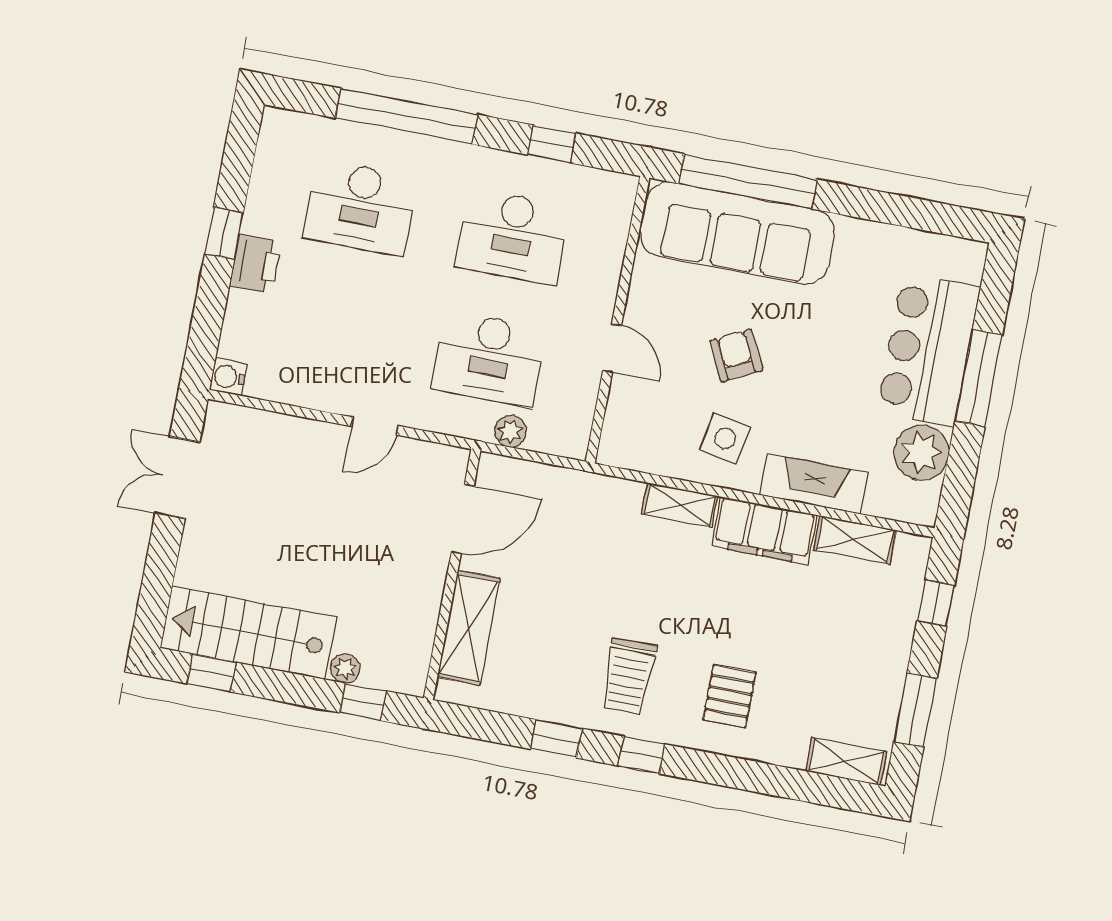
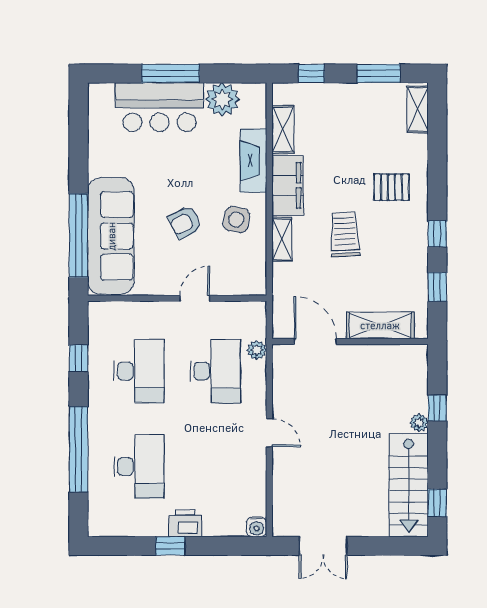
door: (463, 519) -> (315, 342), moved
wall: (452, 575) -> (350, 342), moved
shelving: (469, 628) -> (380, 325), moved
trolley: (628, 677) -> (345, 234), moved, turned -93

